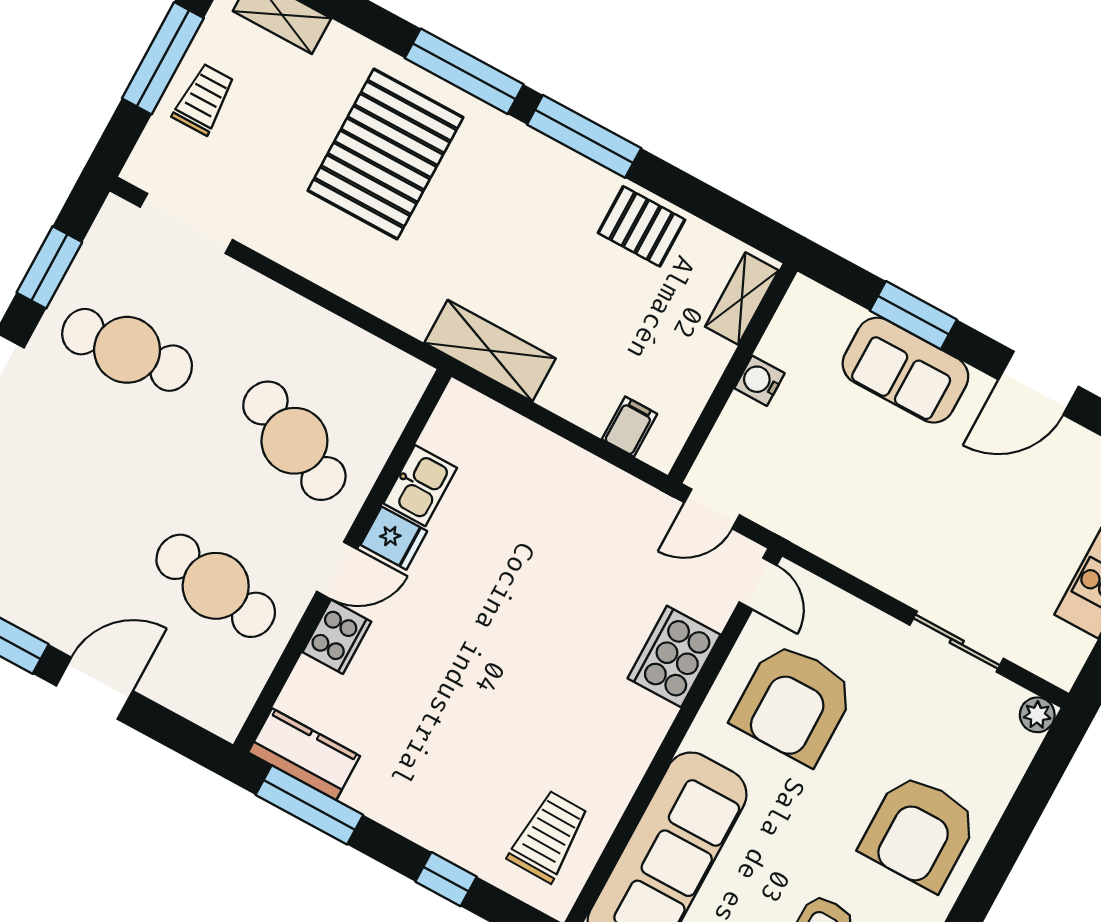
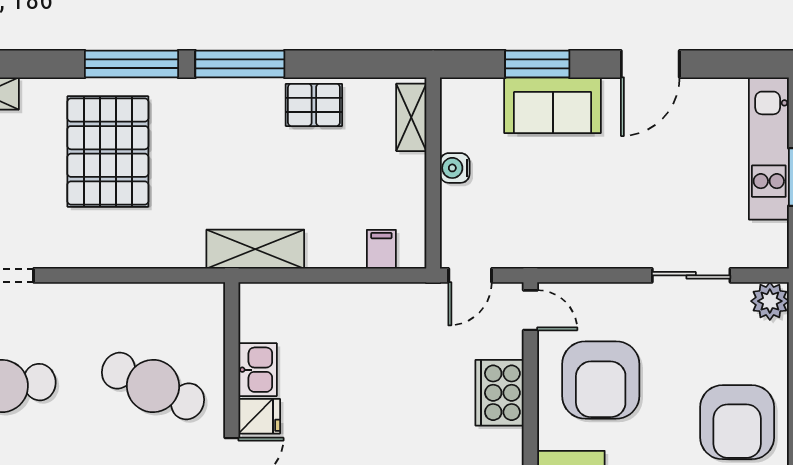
plant: (1037, 715) -> (770, 301), width x1.38, depth x1.38

